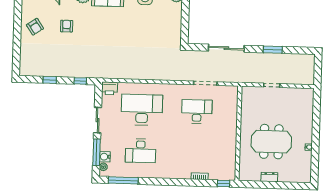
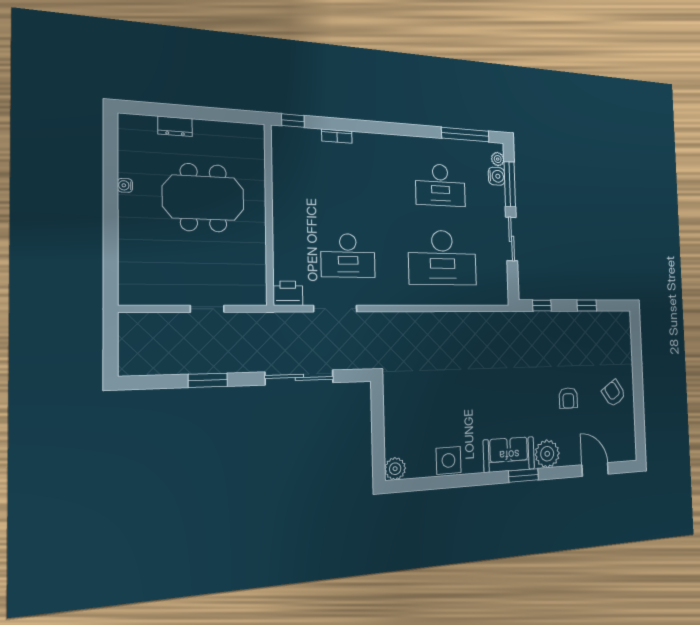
printer: (110, 88) -> (288, 293), moved
desk: (141, 151) -> (440, 185), turned 180
dresser: (269, 177) -> (175, 126), moved

